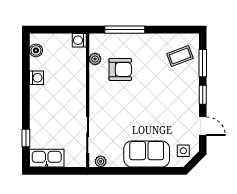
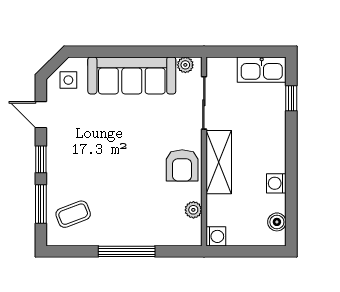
window: (125, 30) -> (127, 251), moved
armchair: (120, 69) -> (182, 165), moved, turned -90
shelving: (77, 93) -> (219, 162), added
sofa: (147, 154) -> (132, 75), width x1.36

